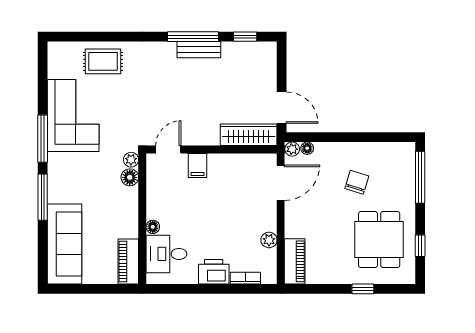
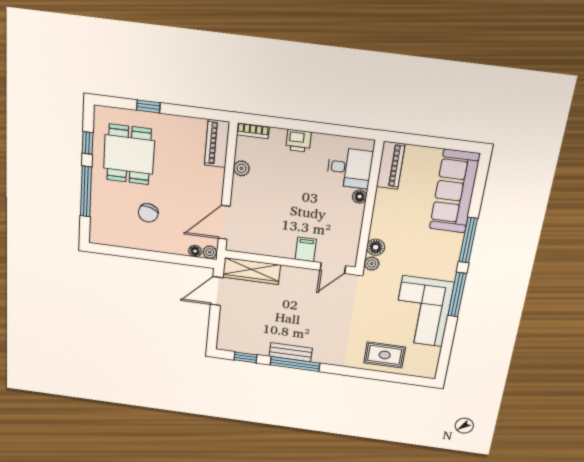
door: (282, 108) -> (217, 291), hinge flipped
window: (420, 177) -> (86, 191), moved
printer: (214, 272) -> (299, 141), width x0.73, depth x0.81
bookcase: (245, 278) -> (253, 131), moved

